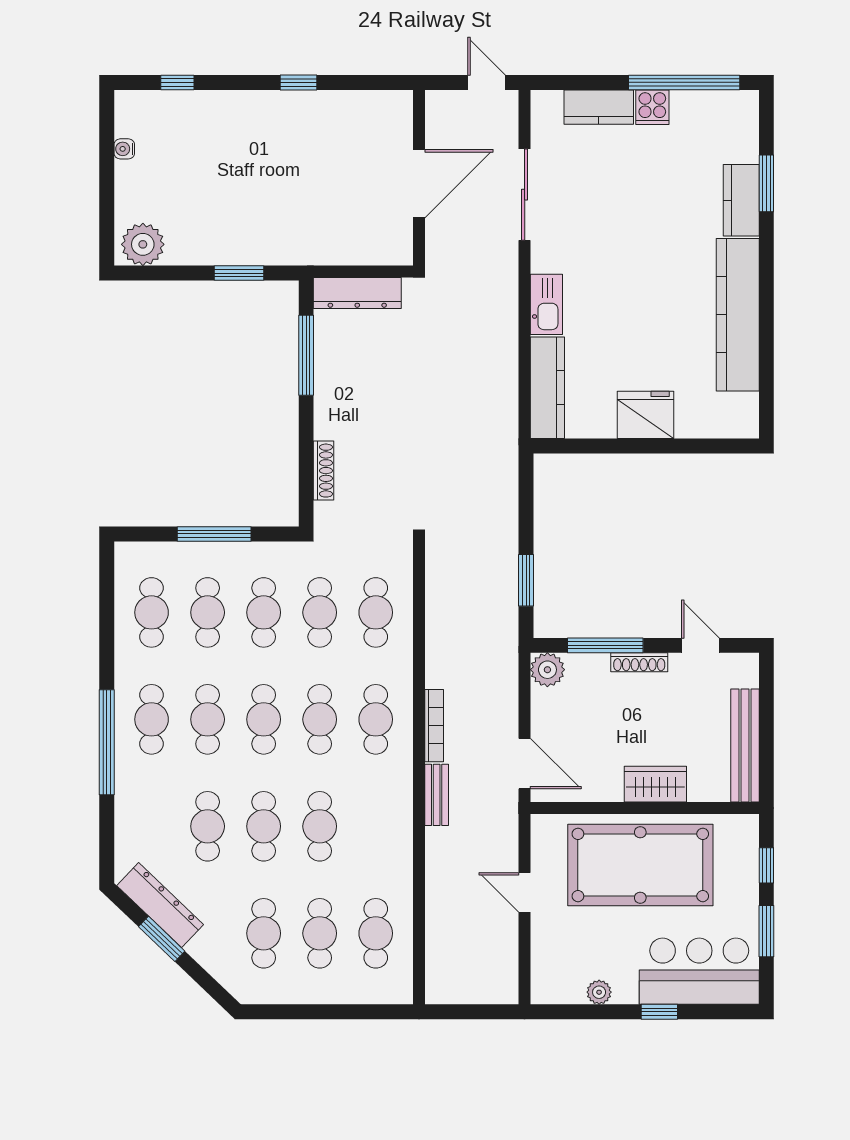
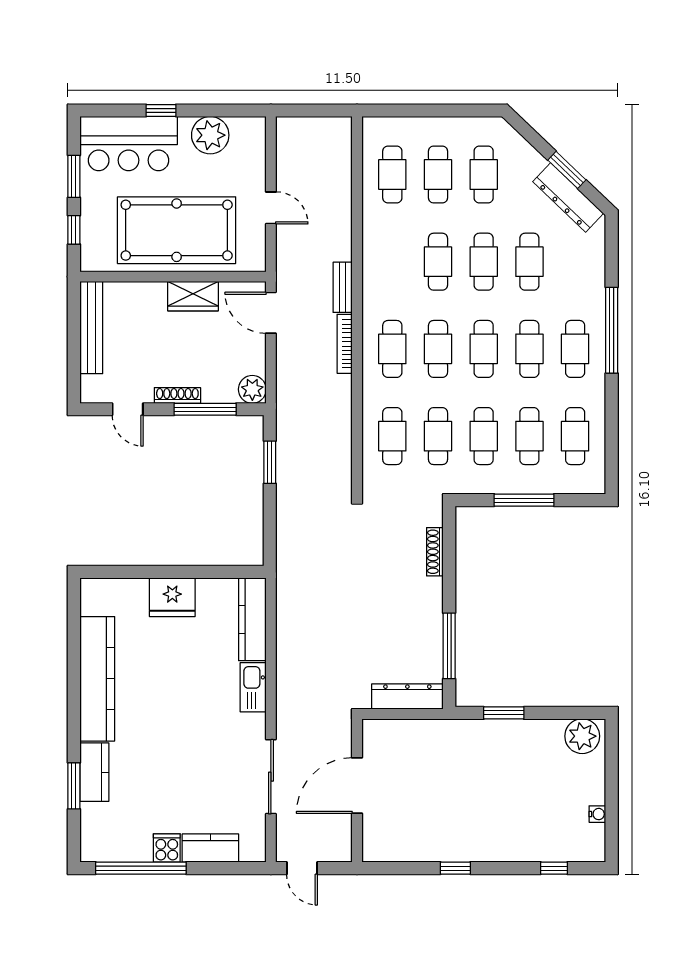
wardrobe: (655, 784) -> (193, 296), moved
plant: (599, 992) -> (210, 135), width x1.88, depth x1.88

